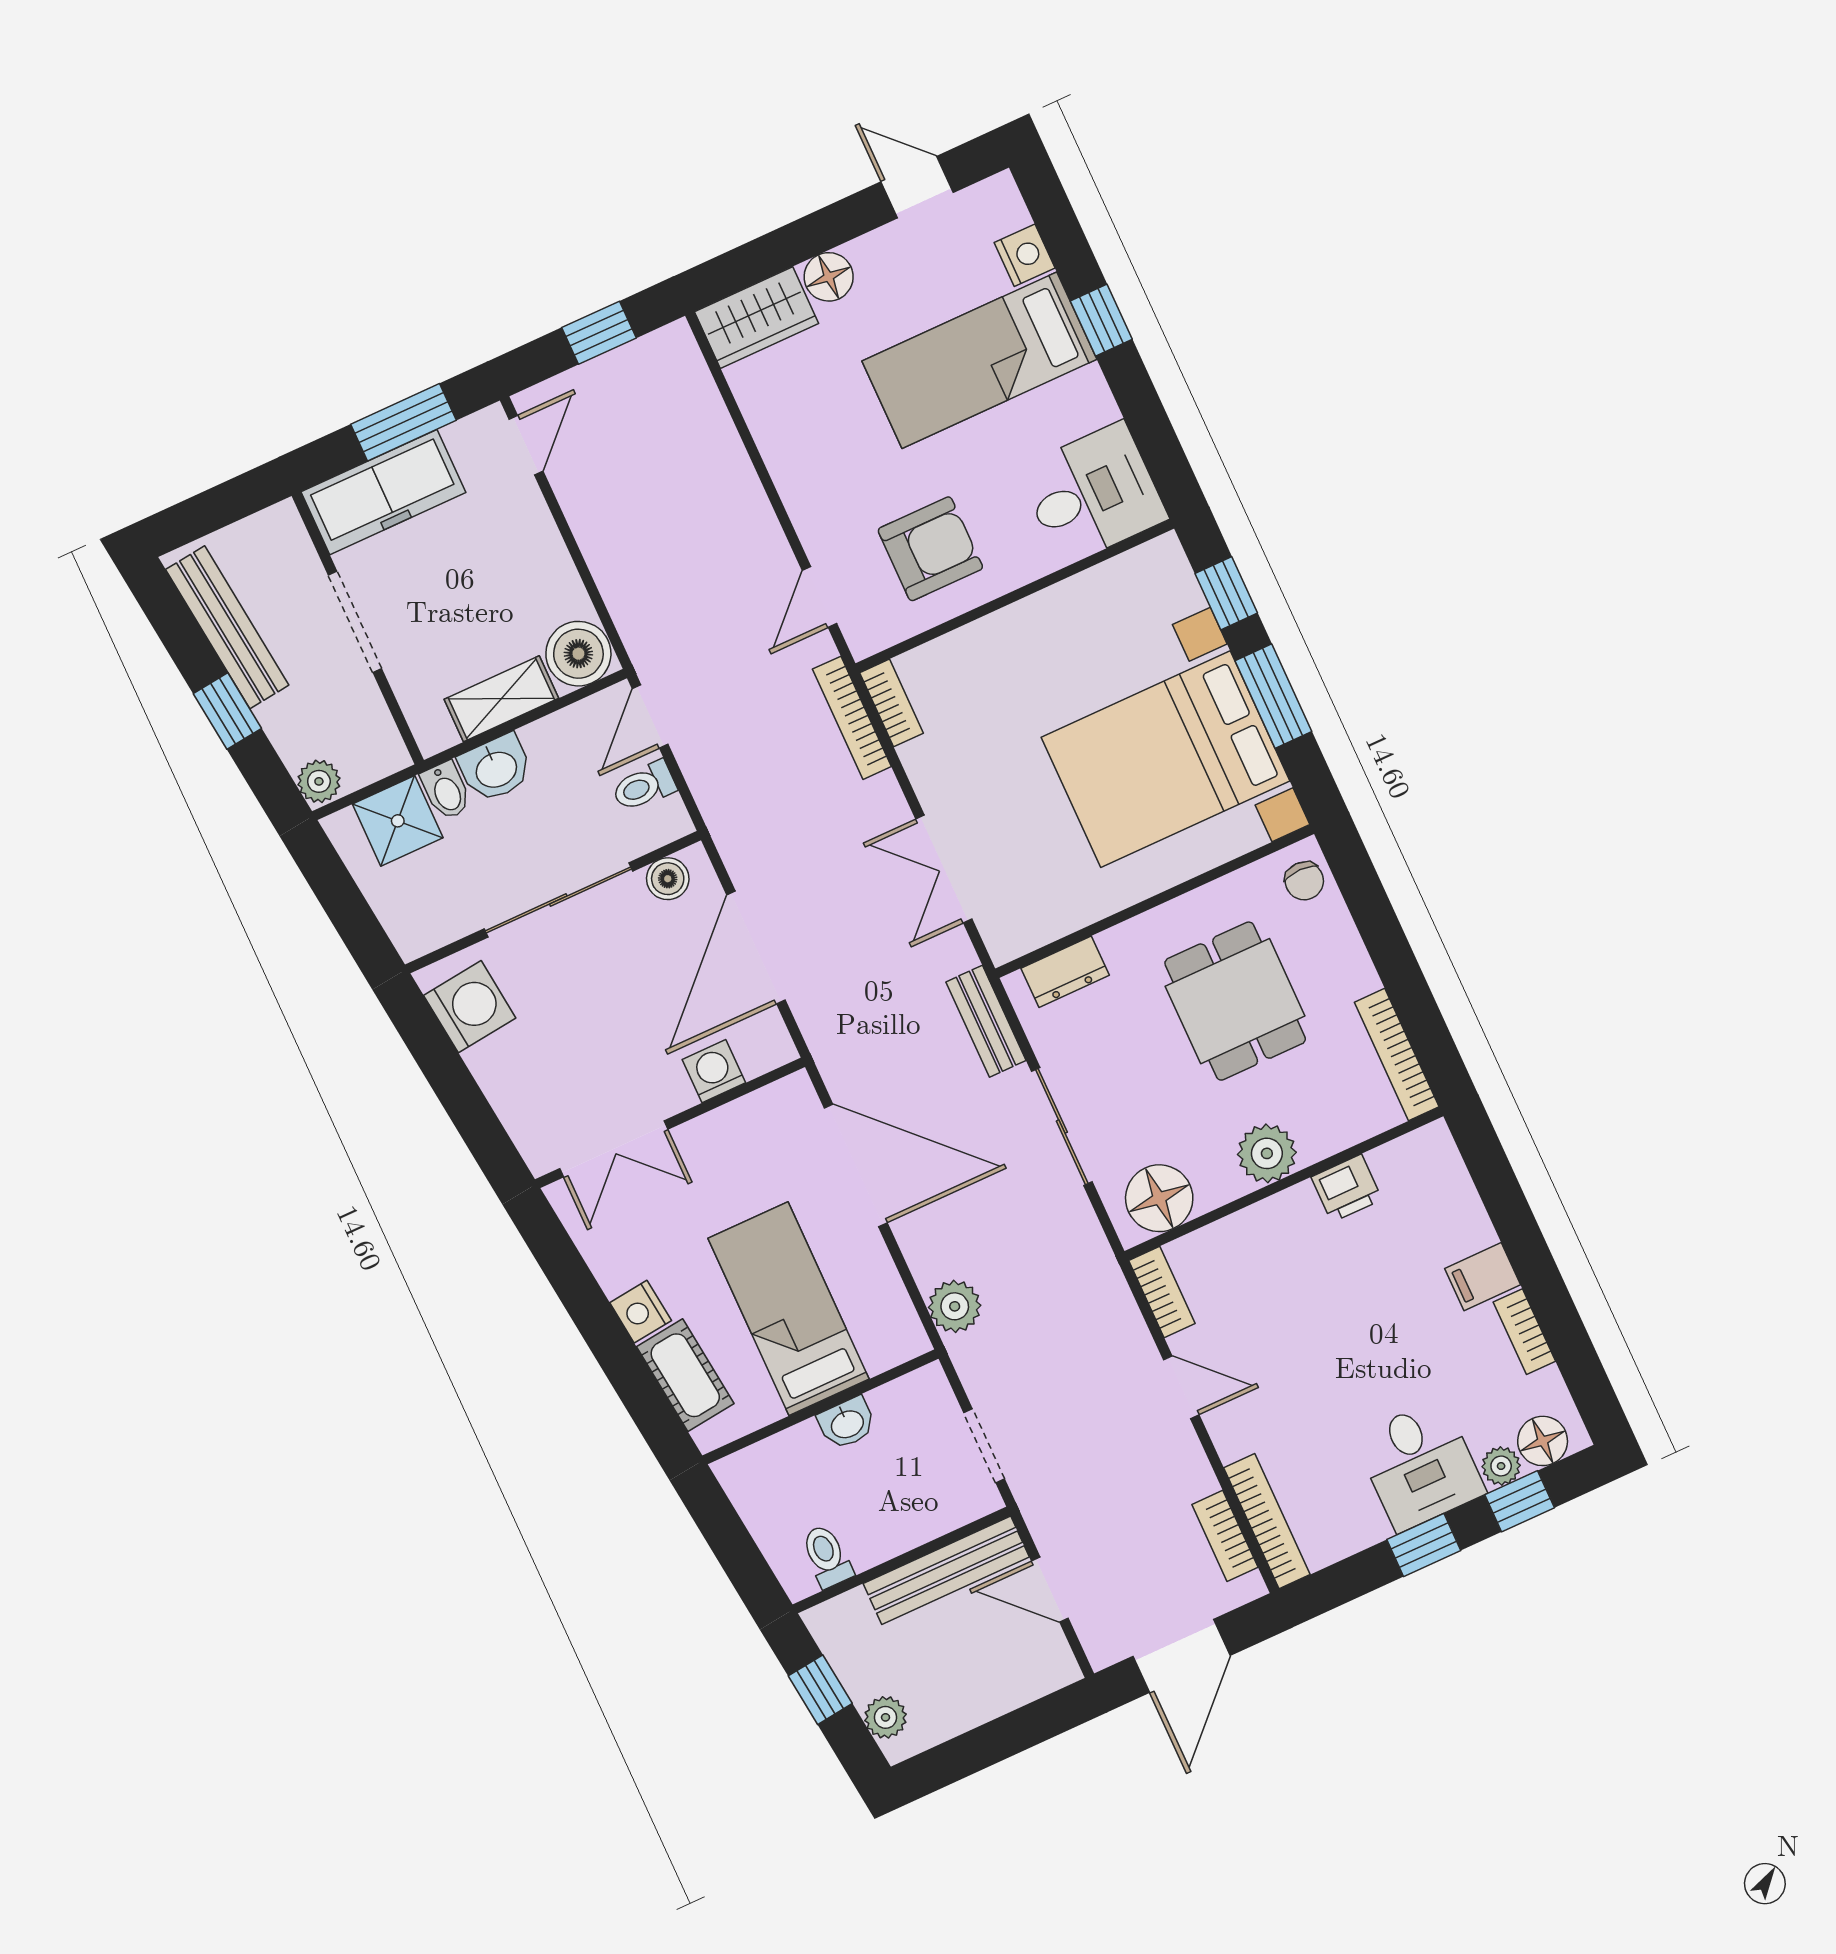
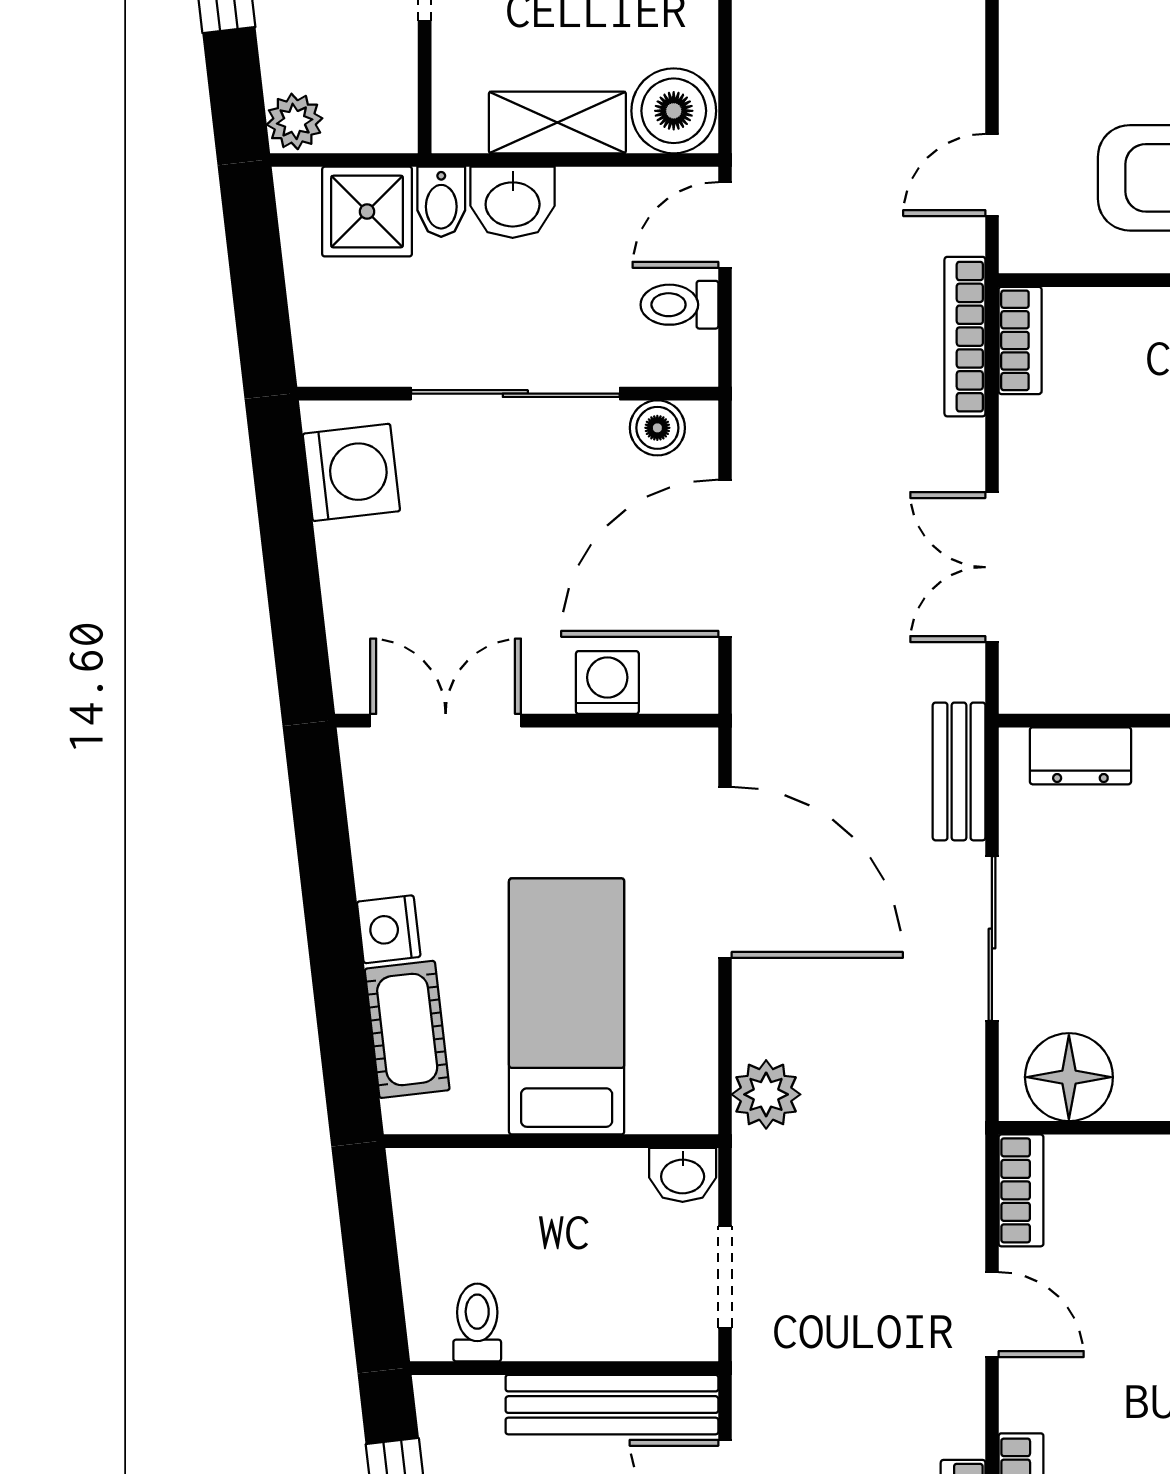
double door: (614, 1149) -> (446, 721), swing flipped
washbasin: (847, 1423) -> (683, 1175), moved

